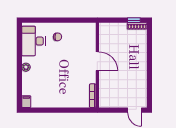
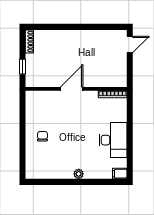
window: (134, 20) -> (22, 67), moved
desk: (33, 41) -> (113, 140), moved, turned -90

